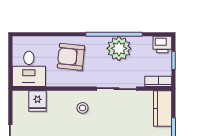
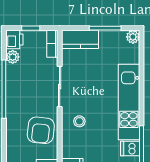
plant: (119, 48) -> (13, 57), moved, width x0.53, depth x0.53
armchair: (71, 57) -> (41, 130), moved

